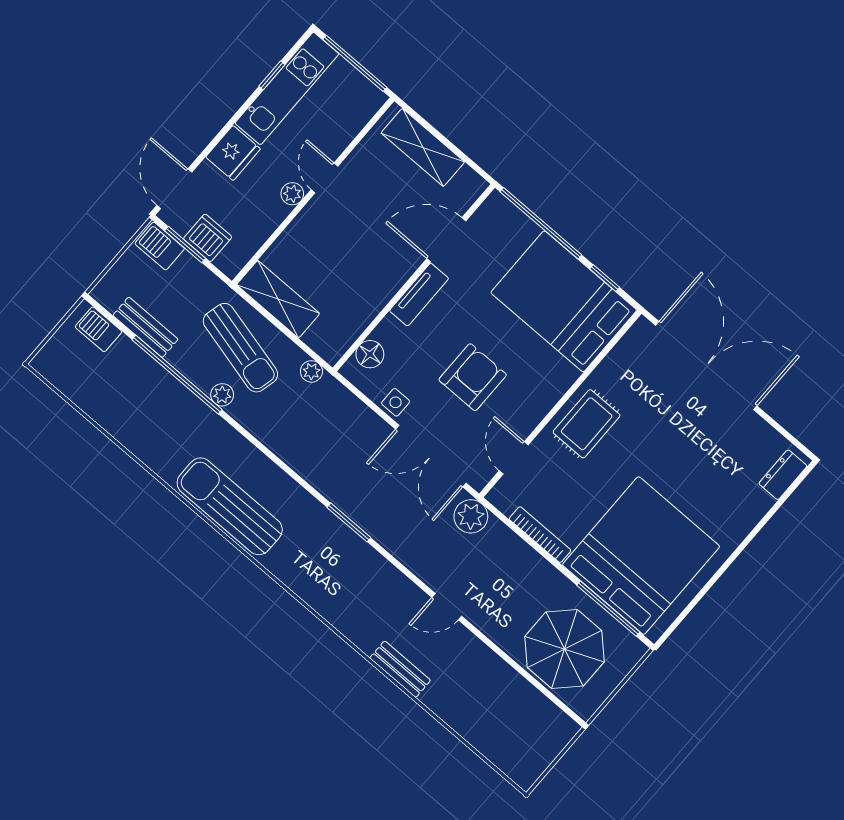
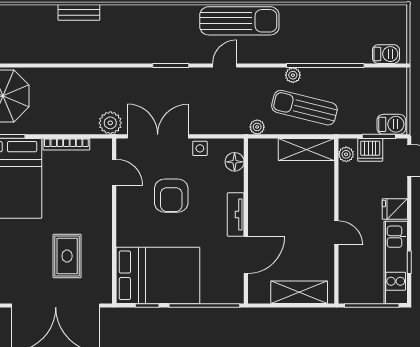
fridge: (233, 153) -> (395, 209), width x0.72
plant: (292, 194) -> (346, 154), moved
bench: (145, 327) -> (363, 76), removed
rug: (587, 424) -> (67, 256), moved
door: (447, 607) -> (225, 65), moved

